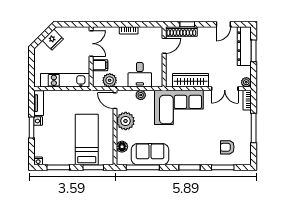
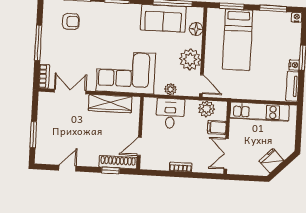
dresser: (244, 46) -> (44, 141), removed
plant: (246, 82) -> (44, 98), removed

